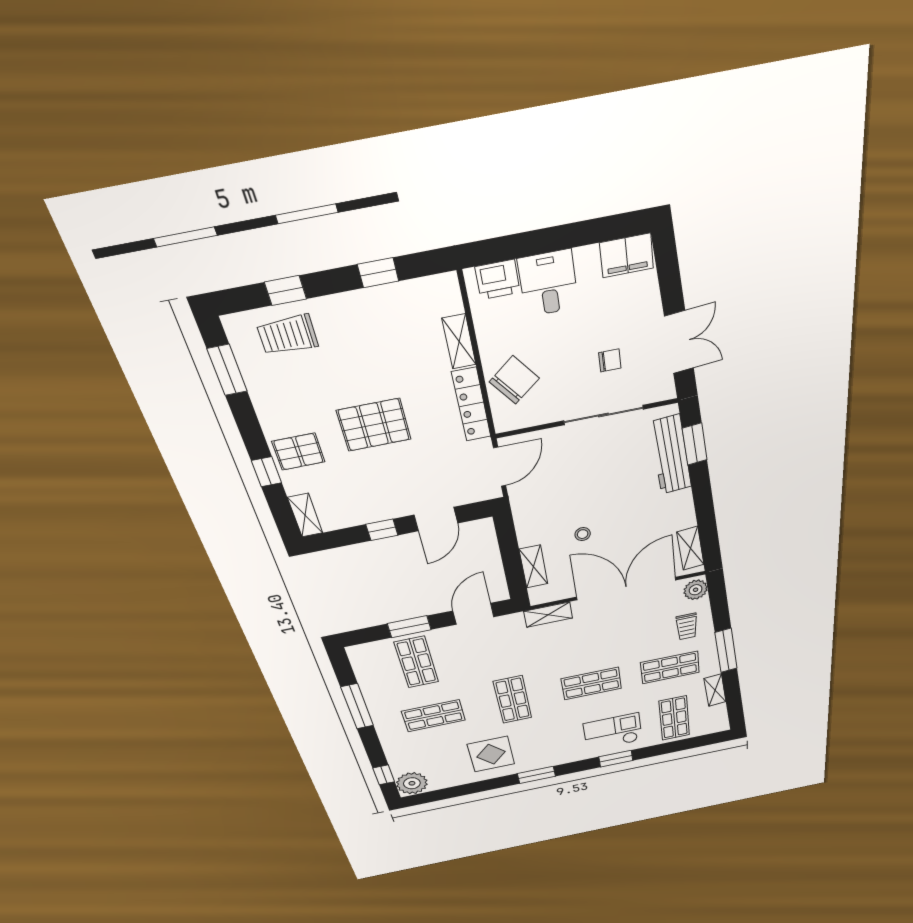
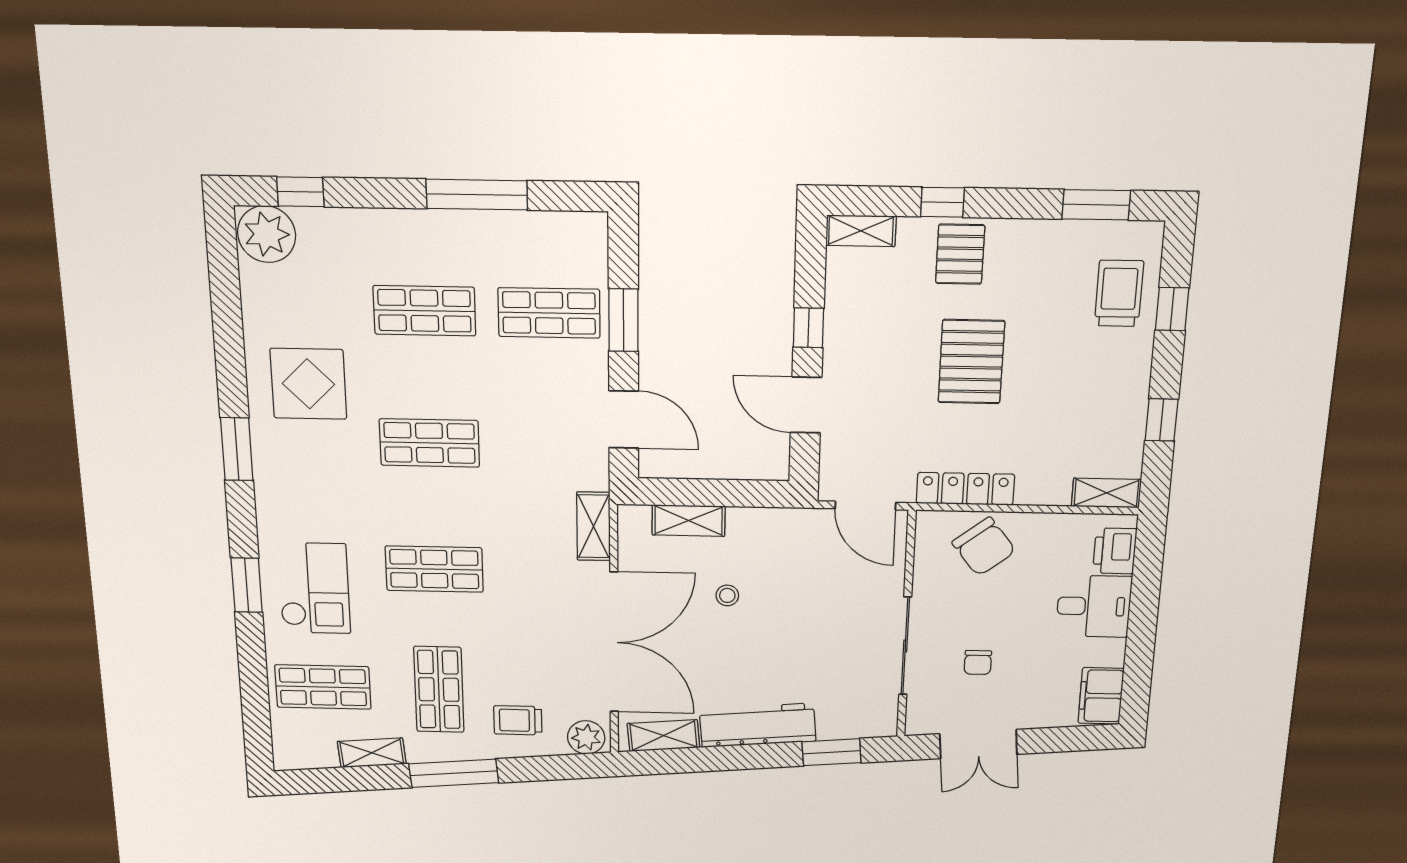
shelving: (459, 342) -> (1106, 493), moved
workbench: (671, 455) -> (758, 725), moved
shop shelf: (591, 684) -> (434, 569), turned 90
shop shelf: (433, 716) -> (424, 311), turned 90

